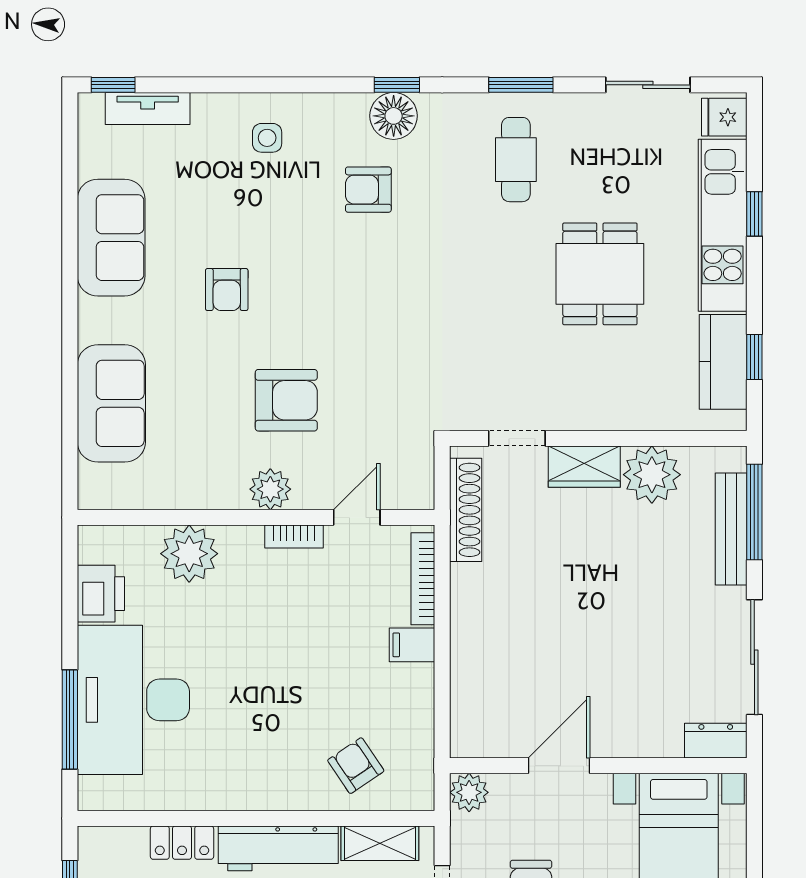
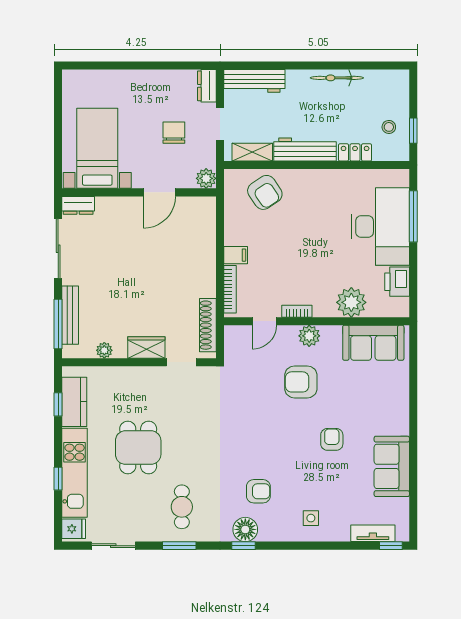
sofa: (111, 403) -> (373, 343), moved, turned -90
plant: (652, 475) -> (104, 350), width x0.53, depth x0.53
armchair: (356, 766) -> (265, 192), width x1.38, depth x1.38

